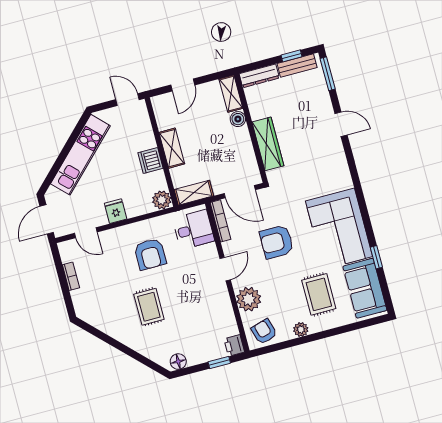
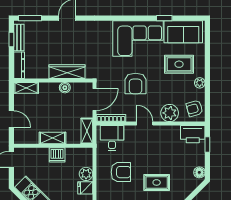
boiler: (238, 119) -> (65, 88), moved
plant: (162, 200) -> (86, 174), moved
printer: (234, 345) -> (193, 134), width x1.87, depth x1.48

